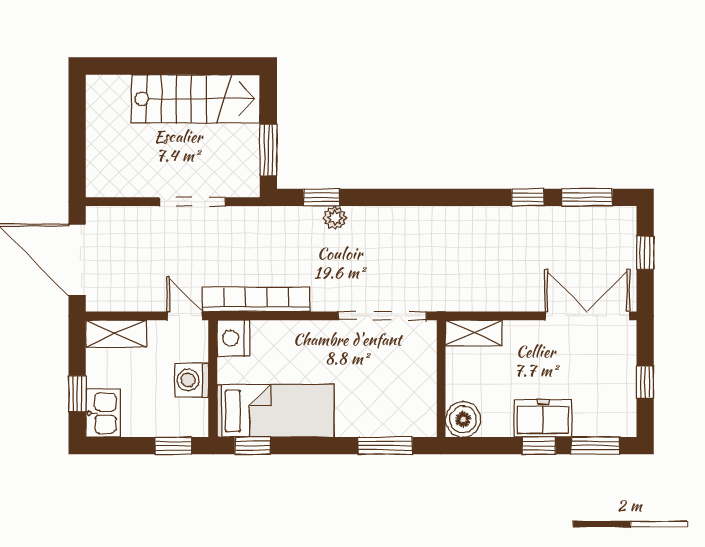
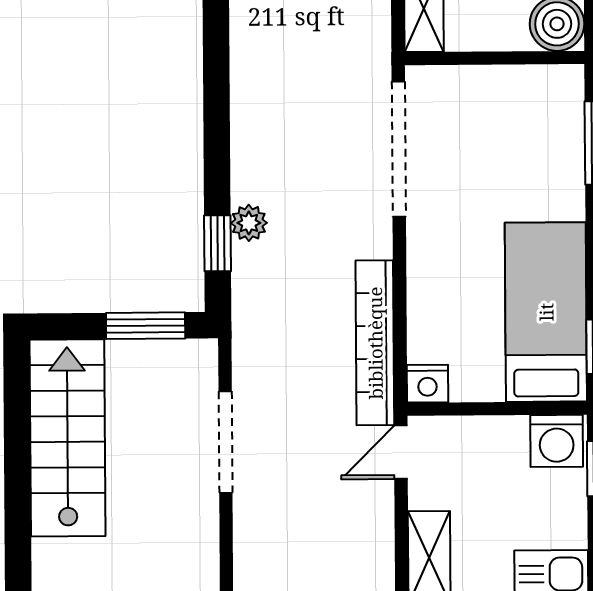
nightstand: (233, 338) -> (427, 384), width x0.74, depth x0.75
washing machine: (191, 380) -> (557, 441), moved

